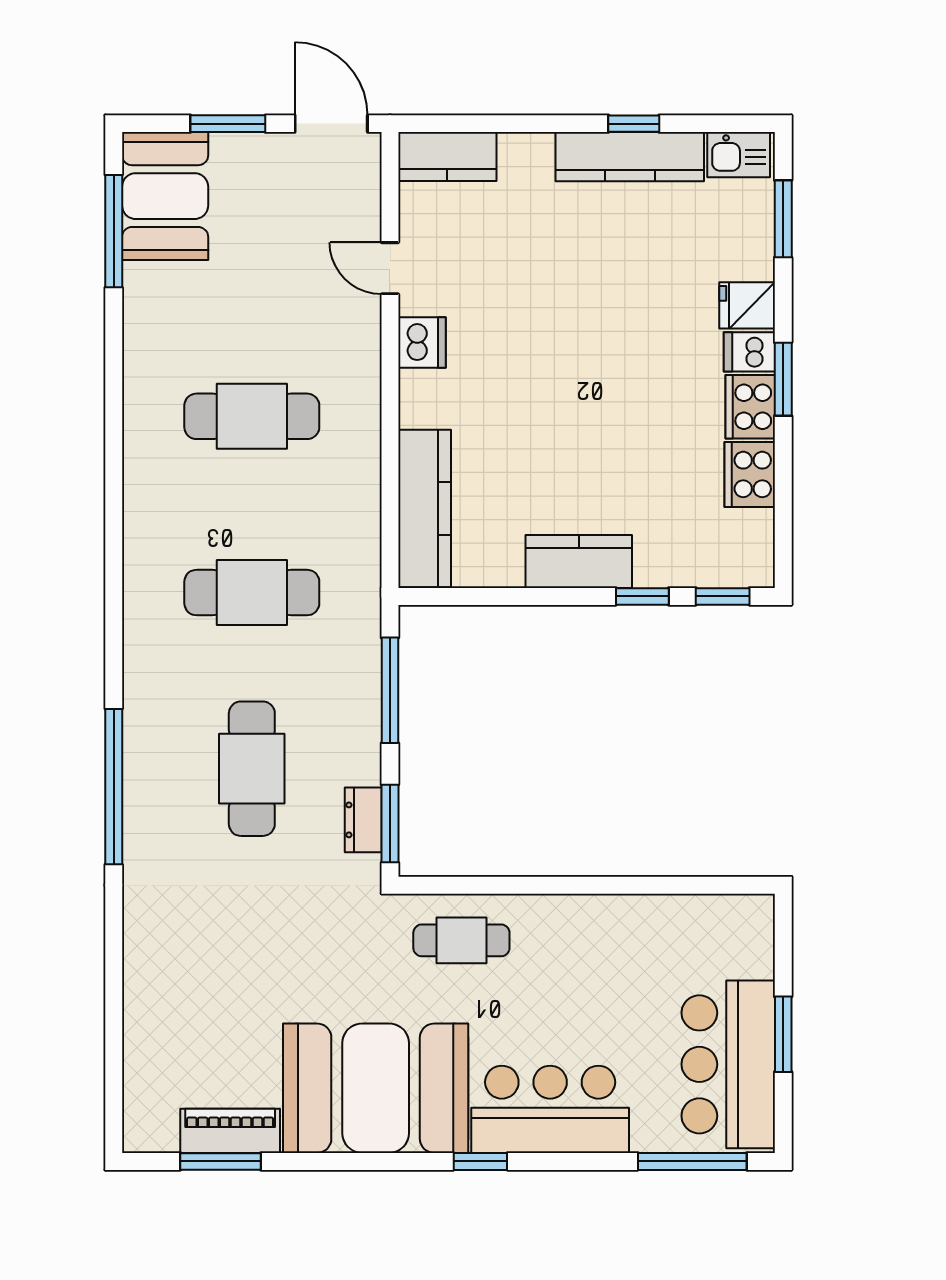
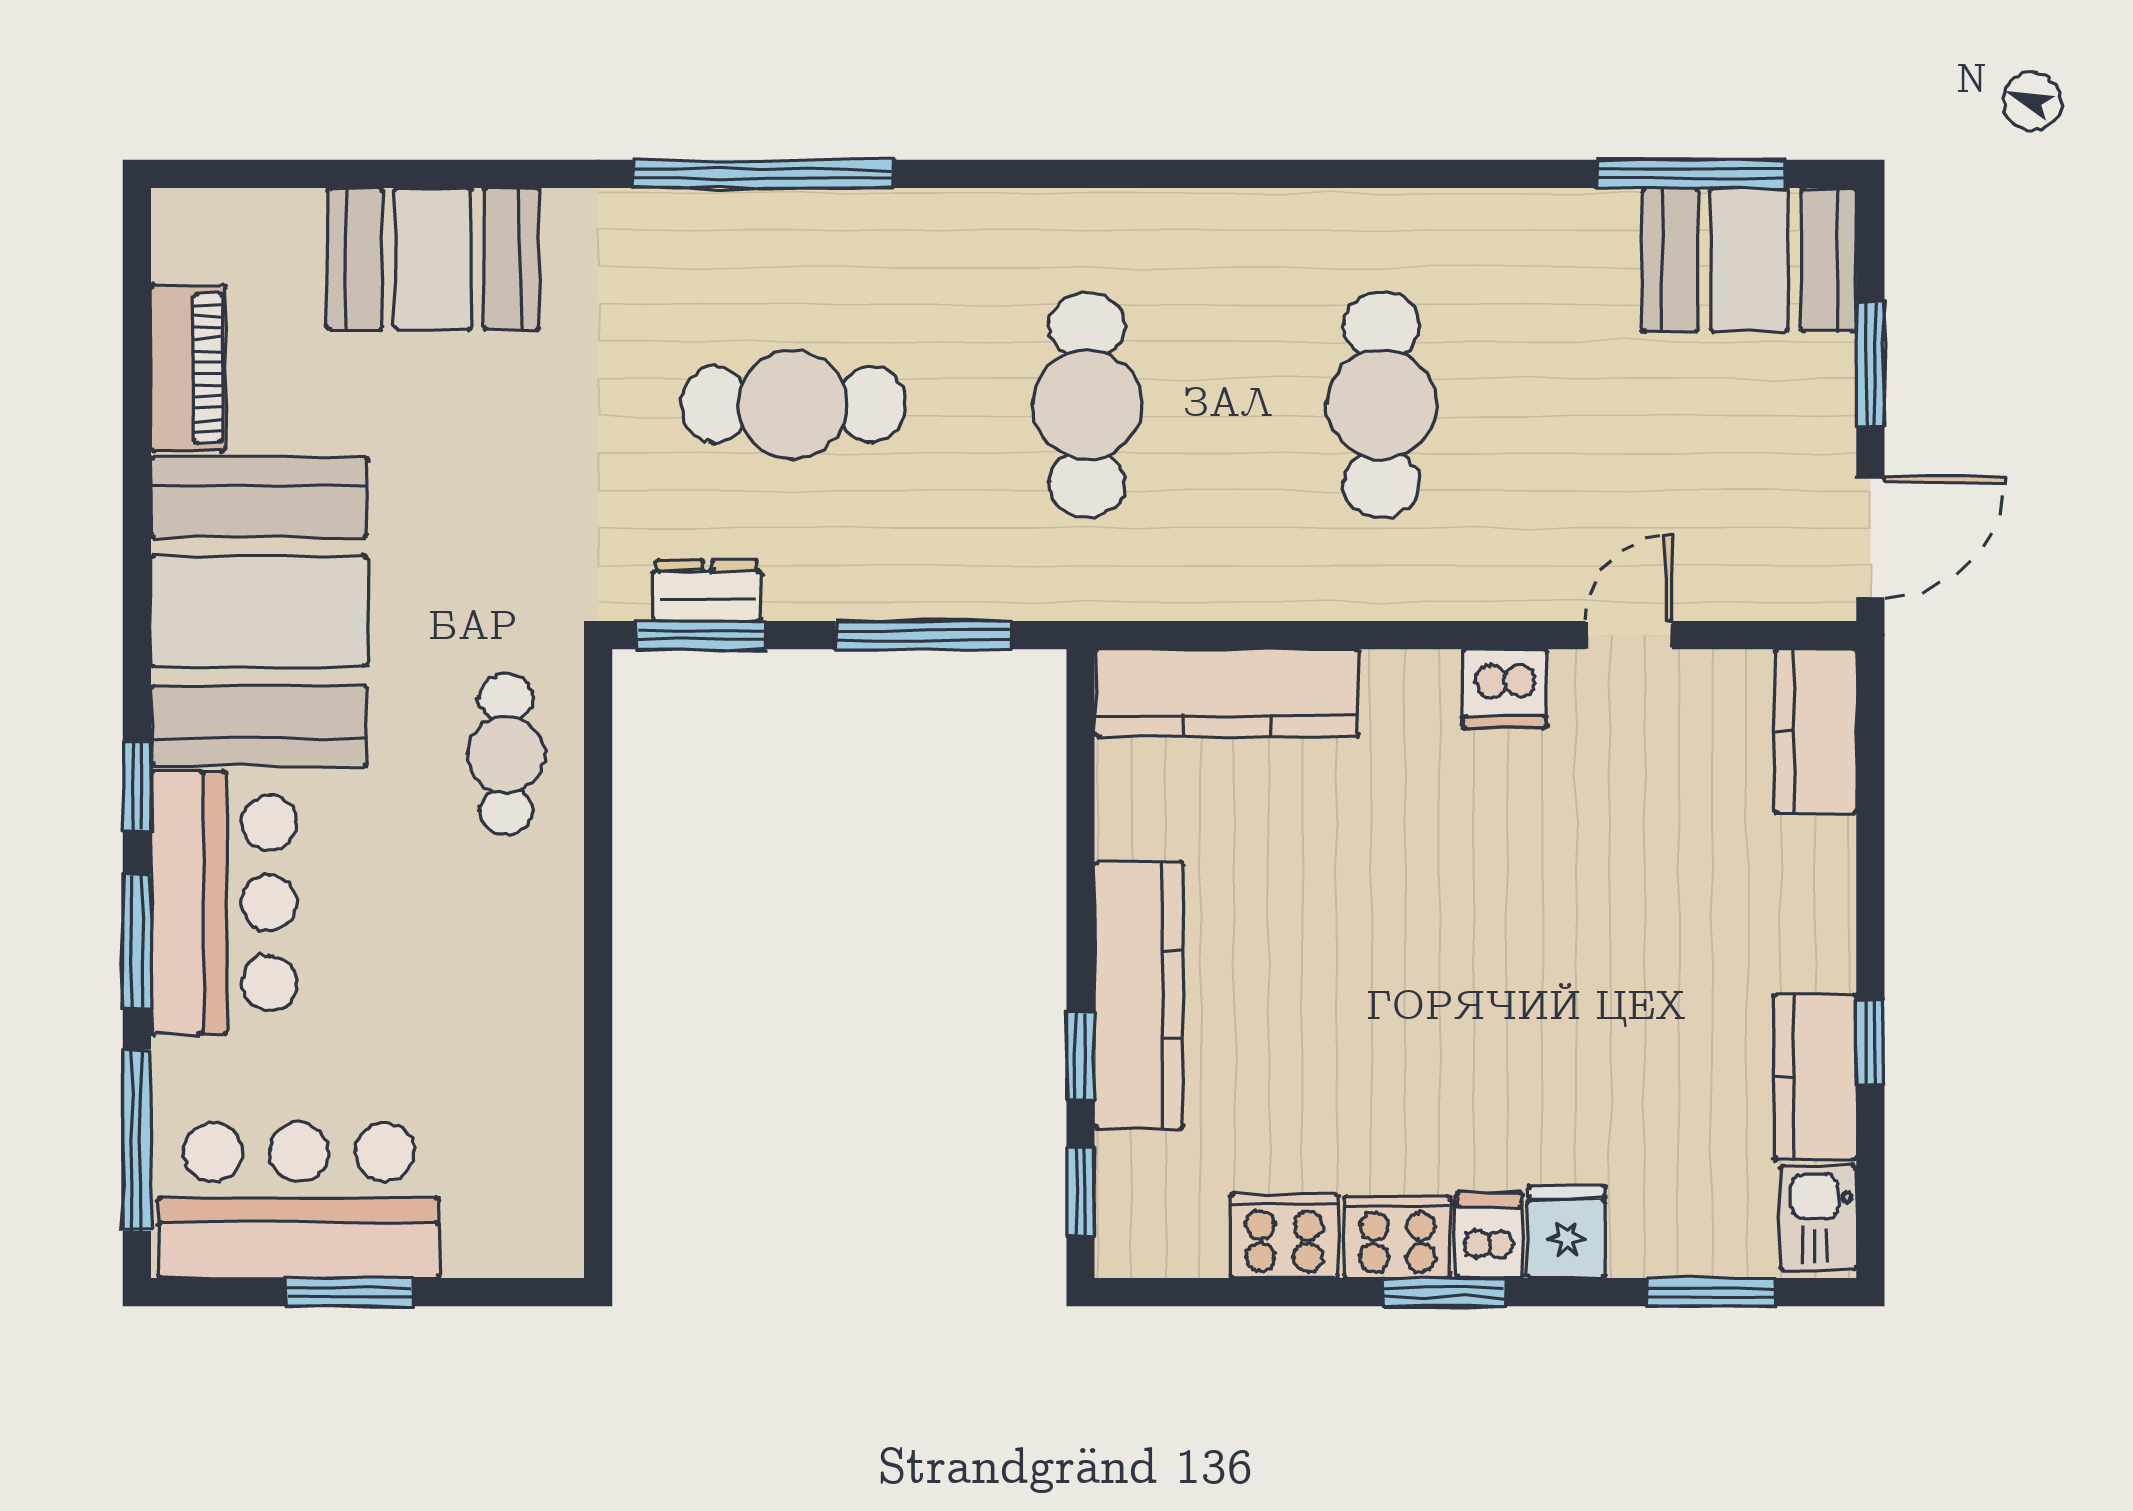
kitchen counter: (630, 157) -> (1815, 1077), width x0.67
kitchen counter: (579, 562) -> (1139, 995), width x1.50
booth: (165, 984) -> (433, 259), added
window: (221, 1161) -> (137, 941), moved

